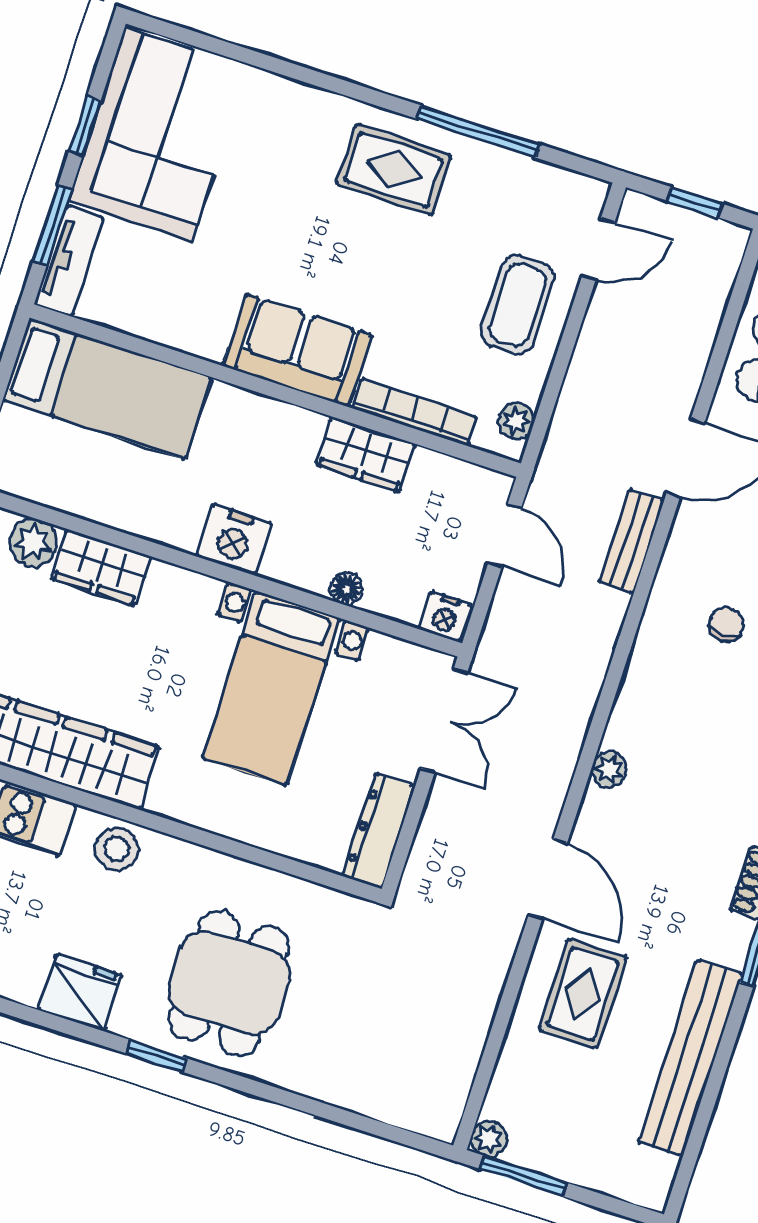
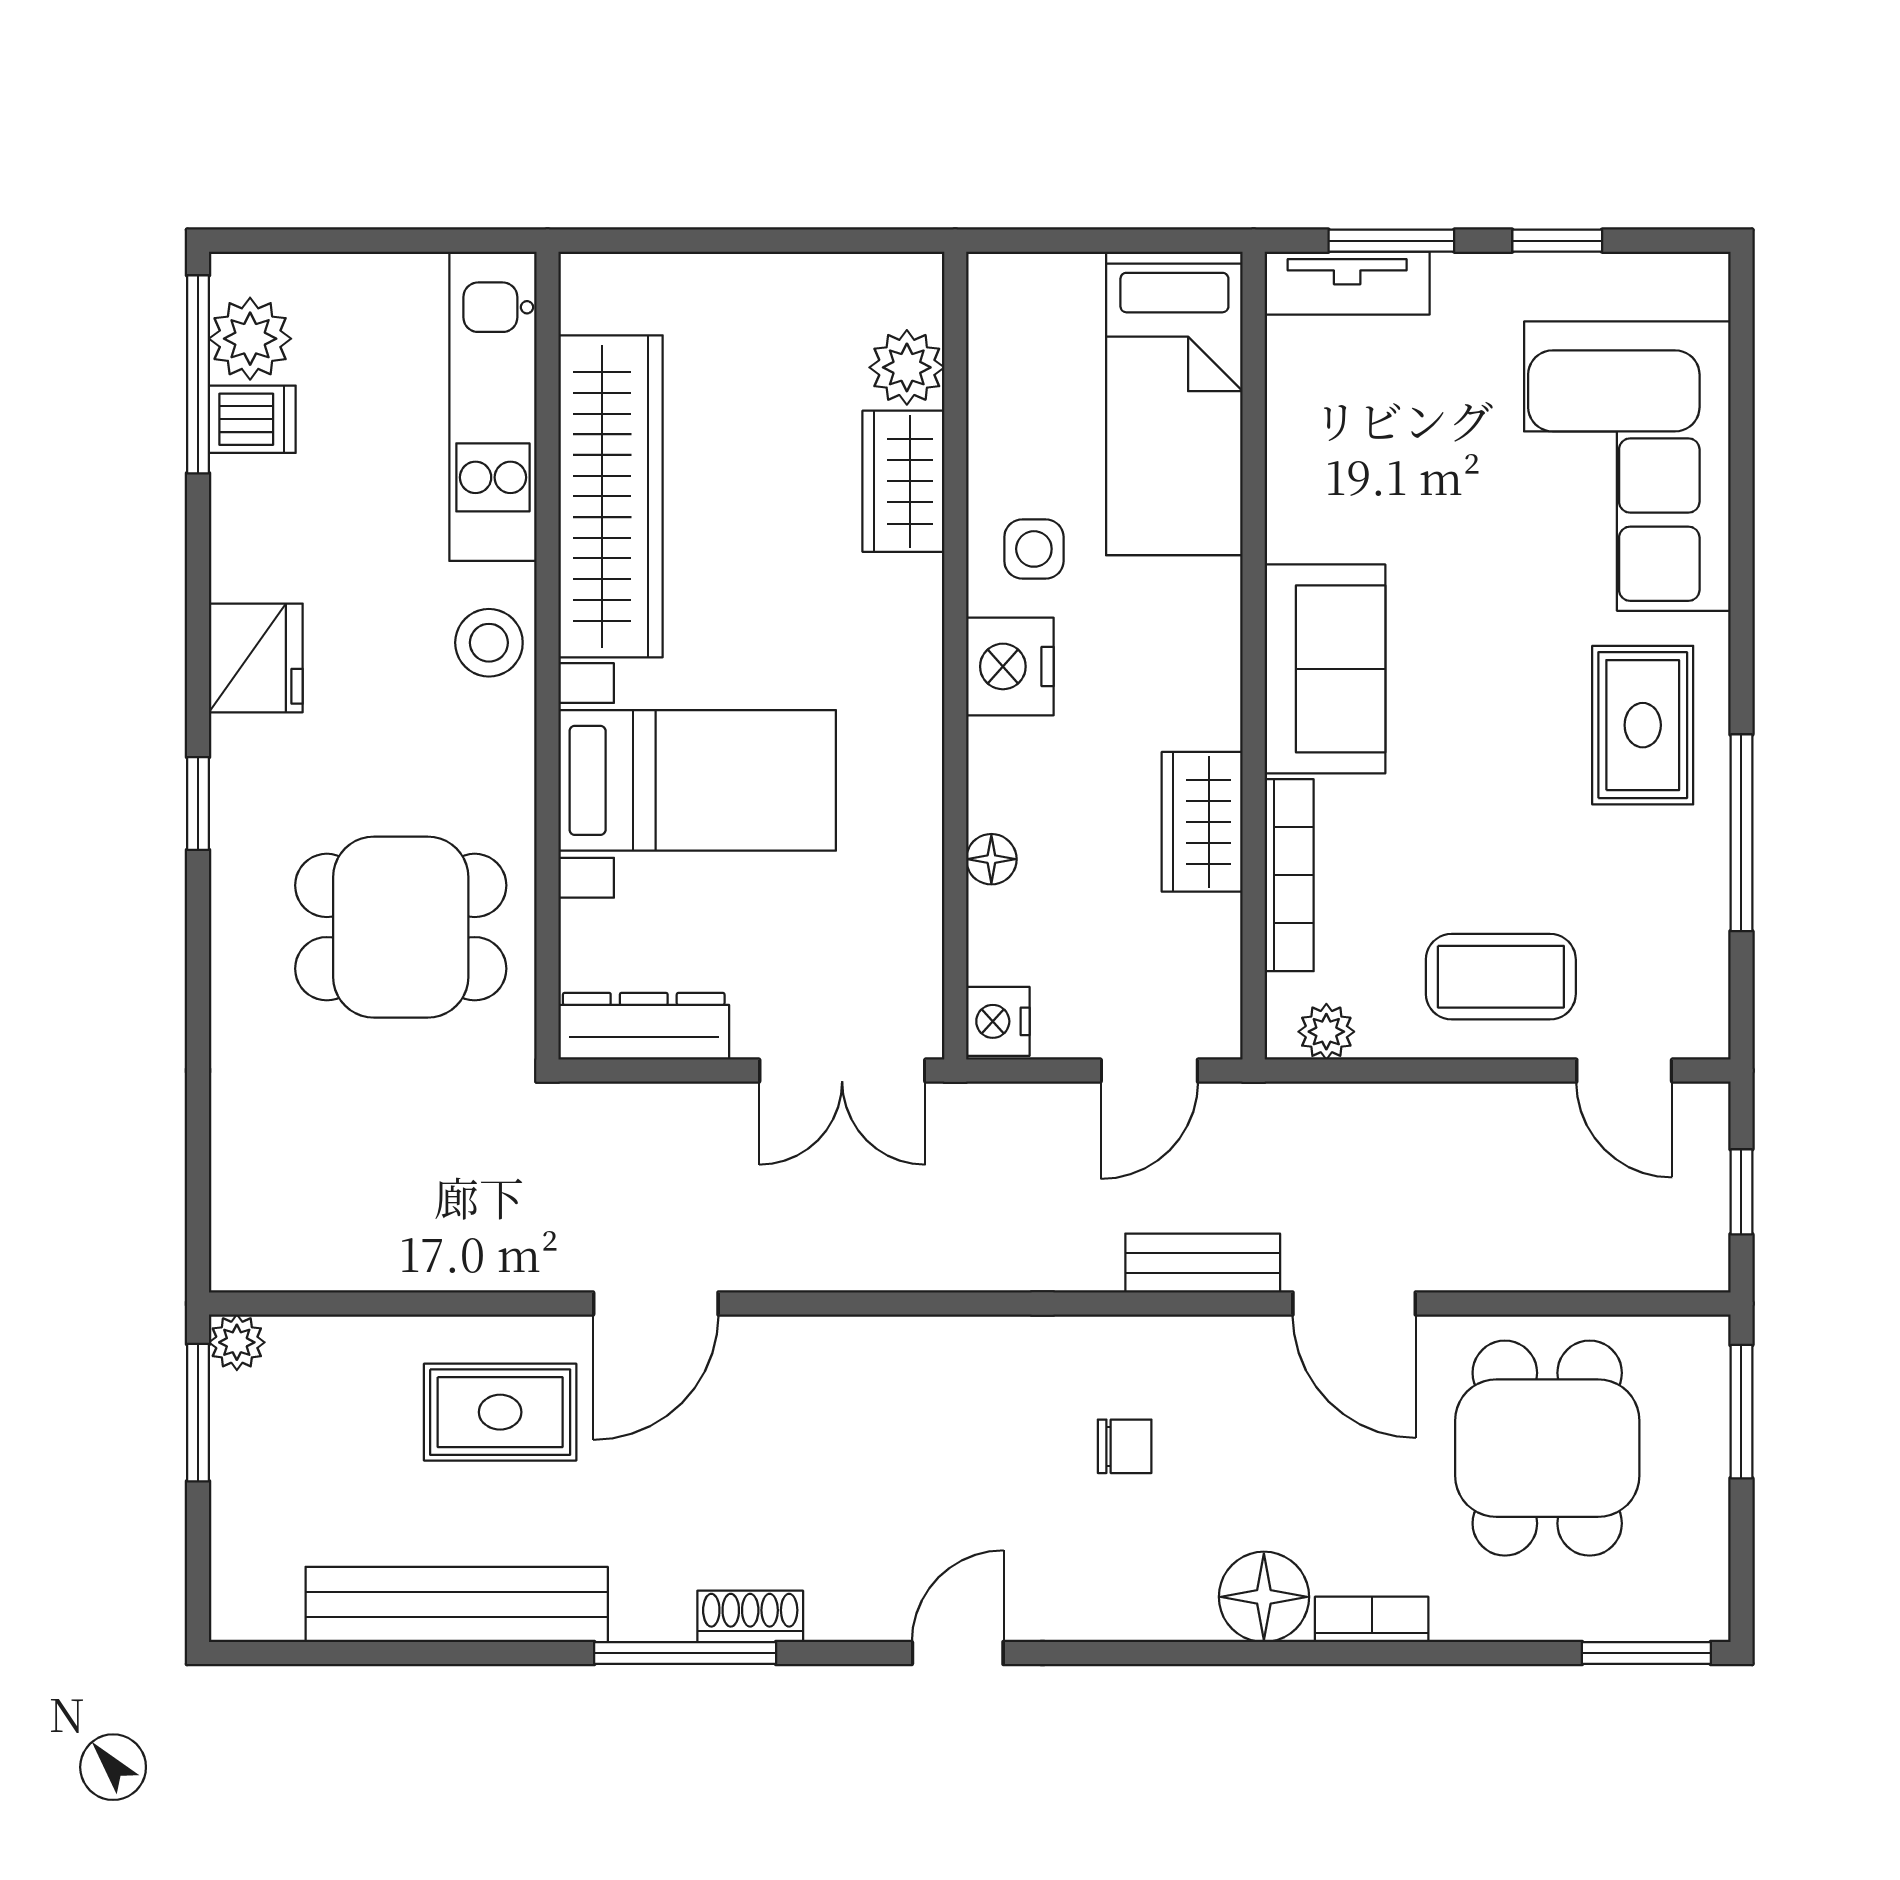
corner sofa: (158, 134) -> (1627, 466), moved, turned 90
side table: (168, 502) -> (1034, 549), added
bed with nightstands: (272, 688) -> (697, 780), moved, turned 180
plant: (609, 769) -> (849, 1342), removed
dining table: (229, 983) -> (401, 927), moved

